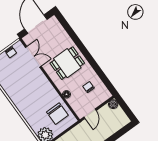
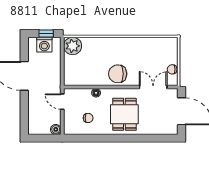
double door: (33, 57) -> (153, 87), swing flipped
chair: (57, 114) -> (118, 74), moved

